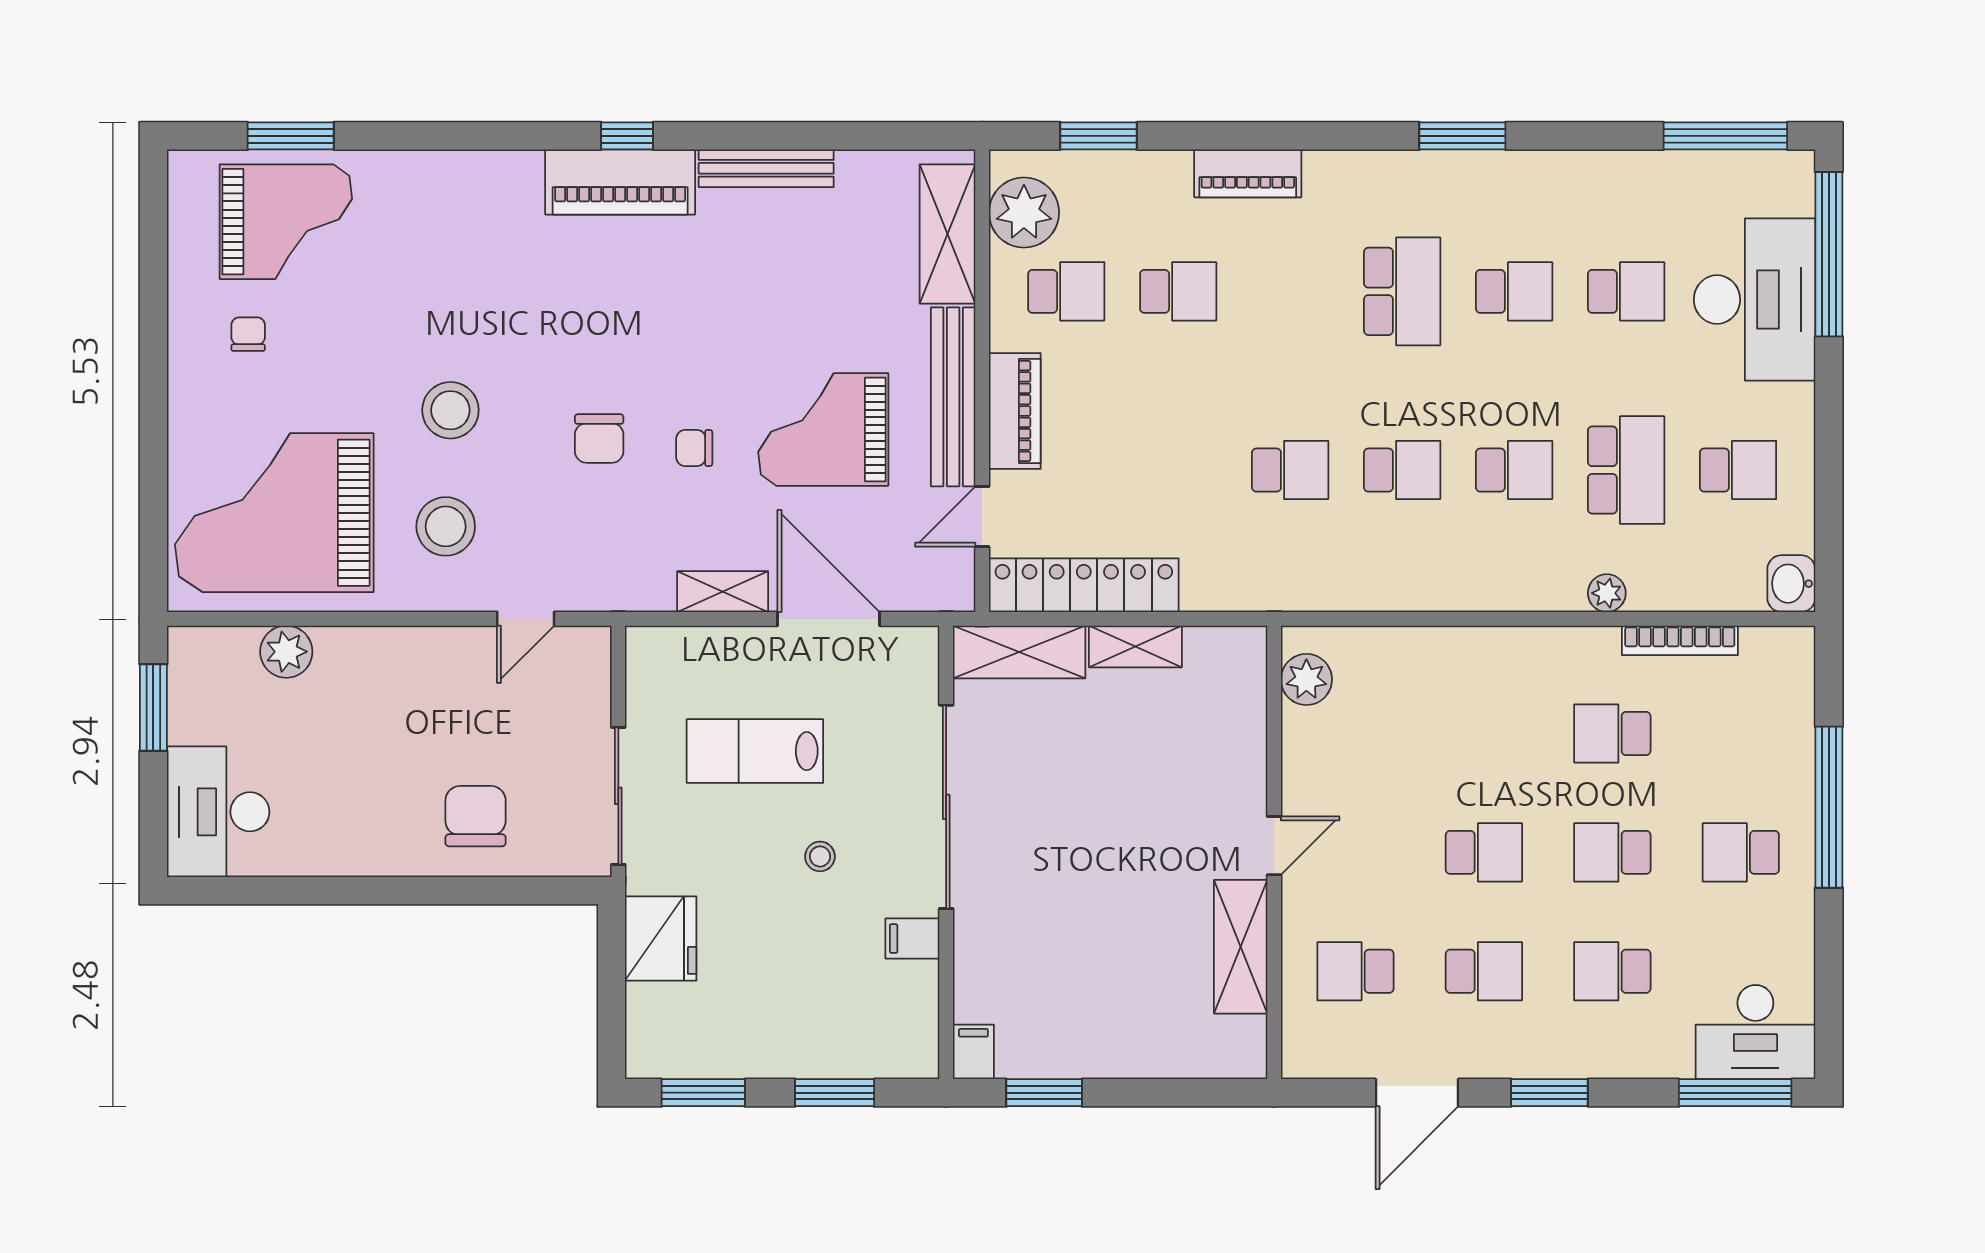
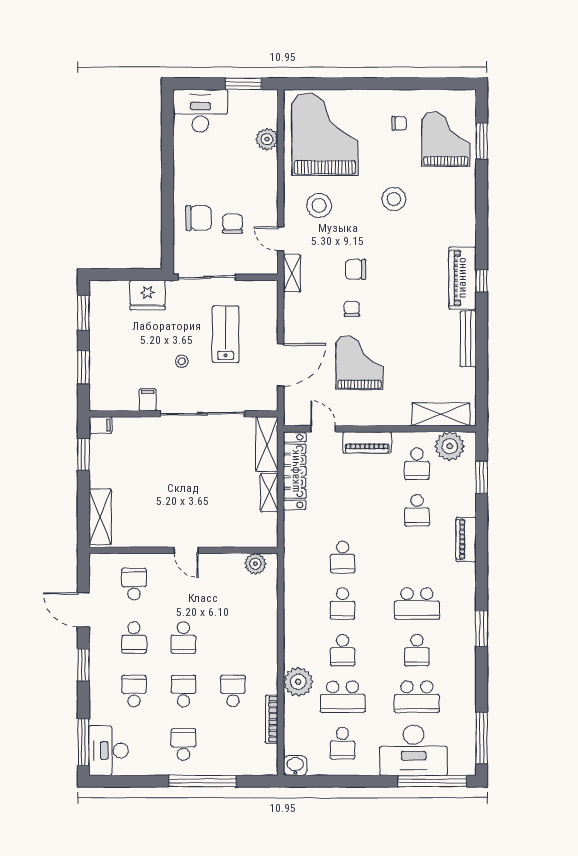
grand piano: (286, 222) -> (446, 139), turned 180
school desk: (1626, 291) -> (417, 697), width x1.85
bench: (953, 397) -> (373, 417), removed
stool: (450, 410) -> (394, 199), moved
shelving: (723, 592) -> (292, 273), moved
plant: (1607, 593) -> (298, 682), width x1.88, depth x1.88
chair: (489, 734) -> (233, 224), added
shelving: (1241, 947) -> (100, 517), moved, turned 90

